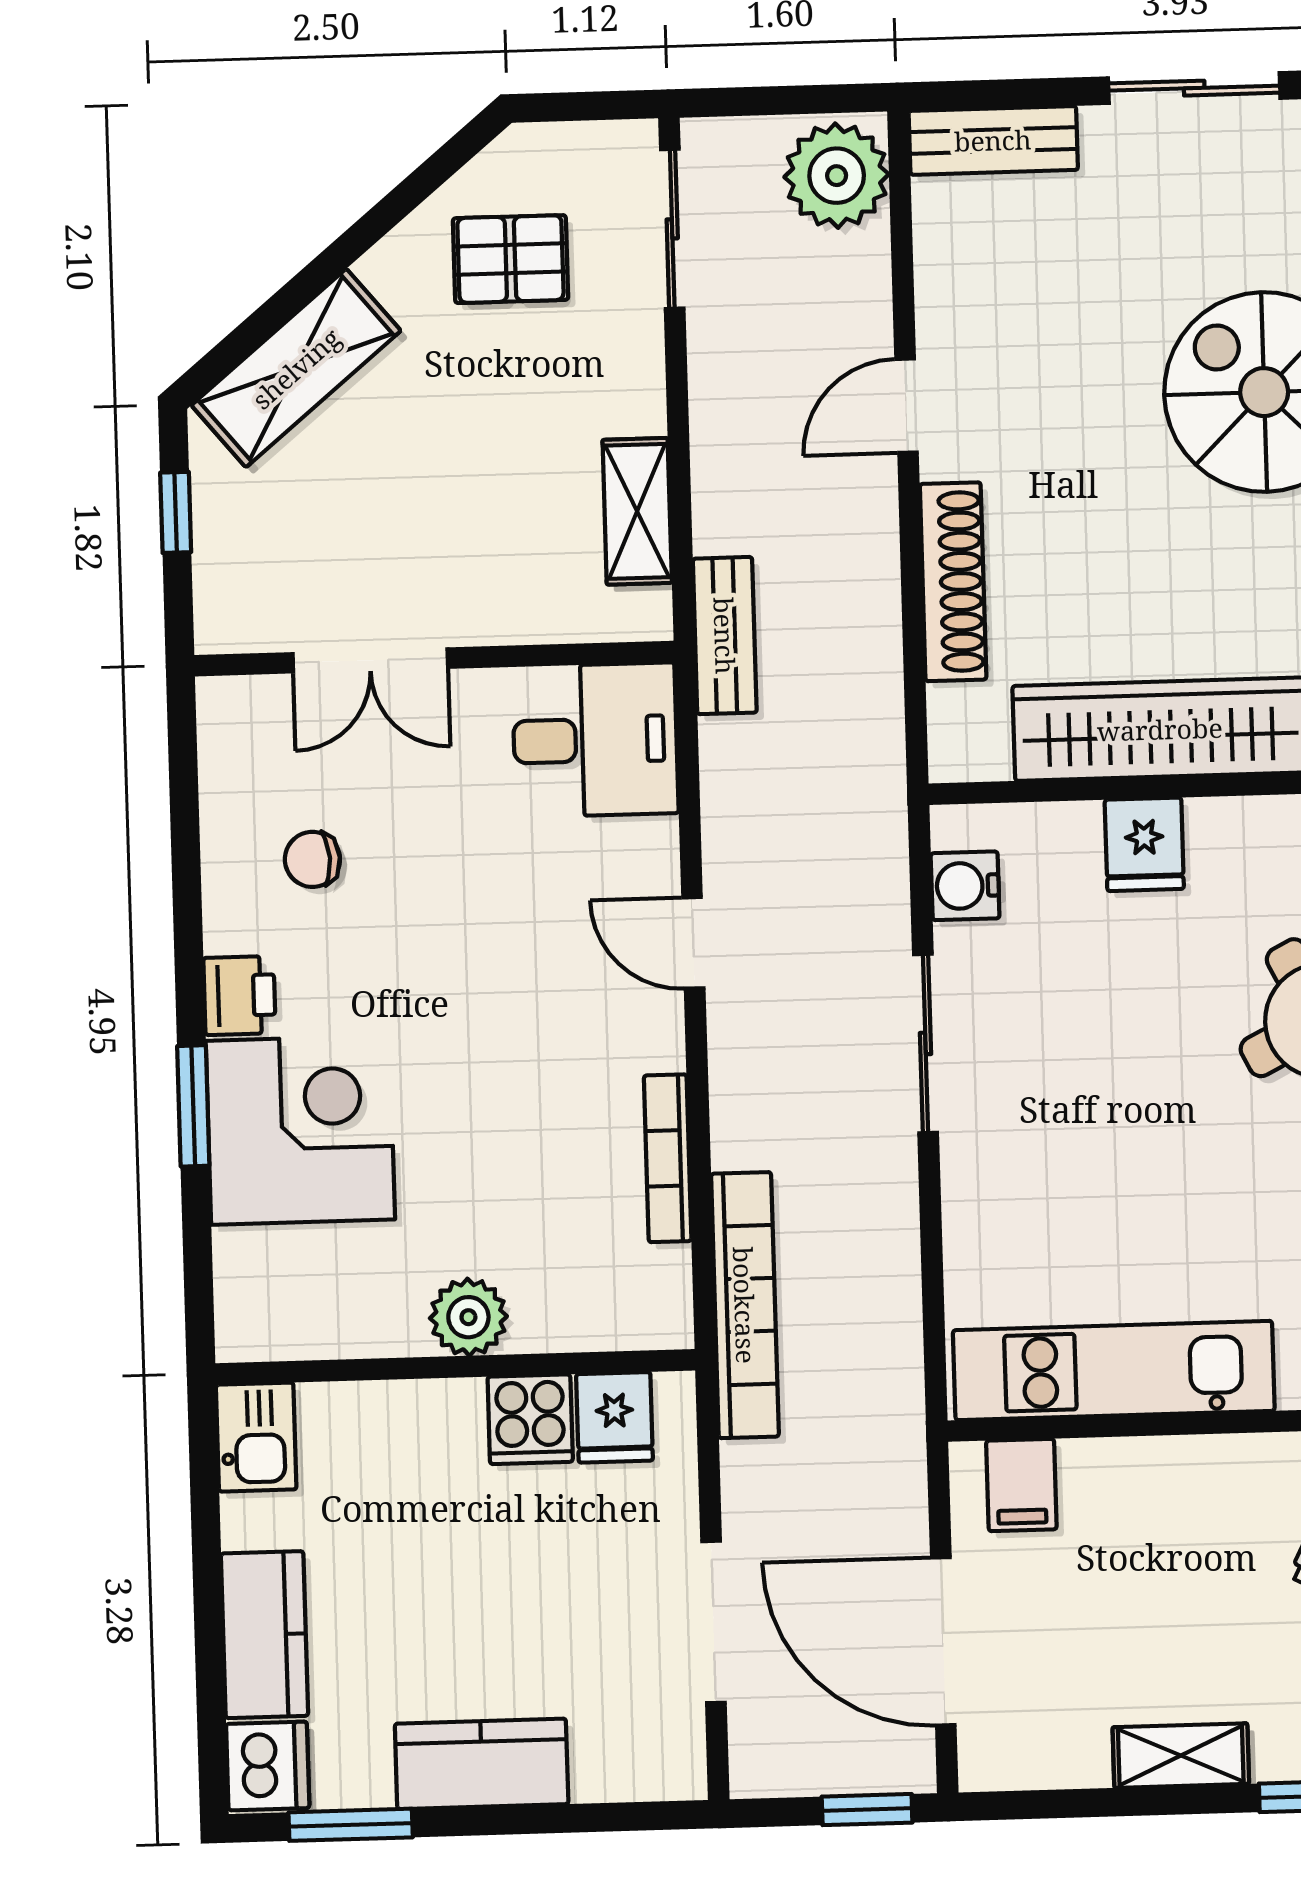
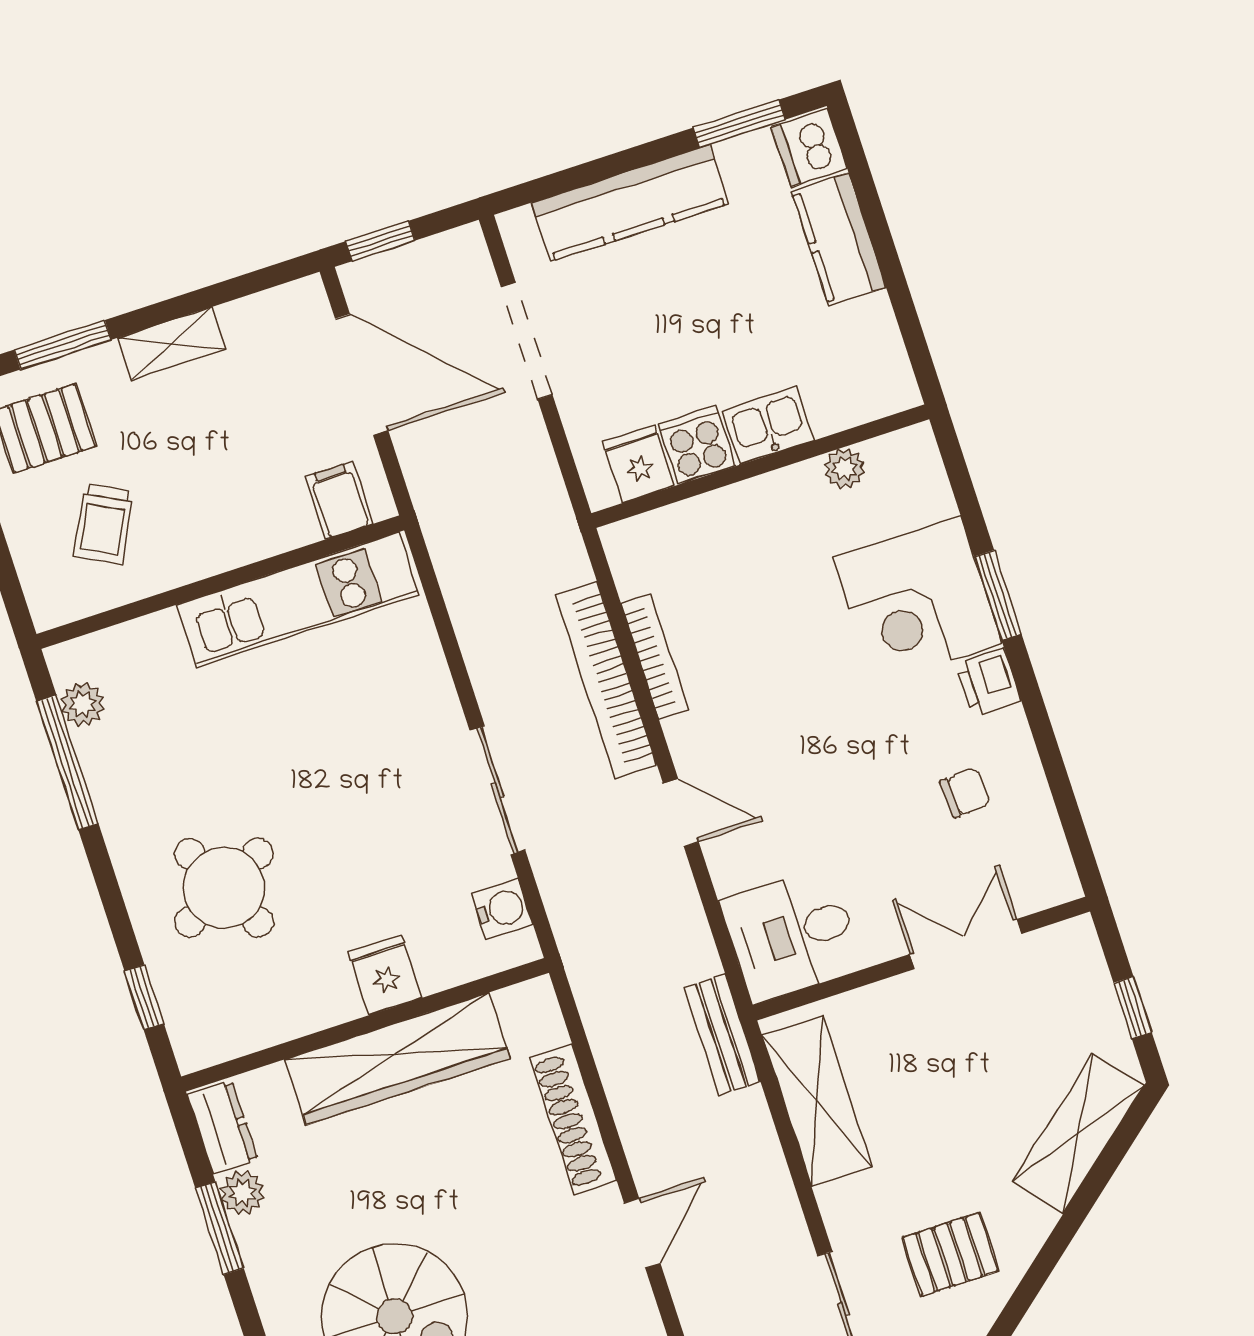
shelving: (637, 511) -> (817, 1101), width x1.50, depth x1.33
bookcase: (745, 1305) -> (606, 680), moved
plant: (468, 1317) -> (844, 469), moved, width x0.73, depth x0.73
kitchen sink: (256, 1437) -> (768, 426), moved, turned 90
kitchen counter: (482, 1764) -> (630, 203), width x1.50

